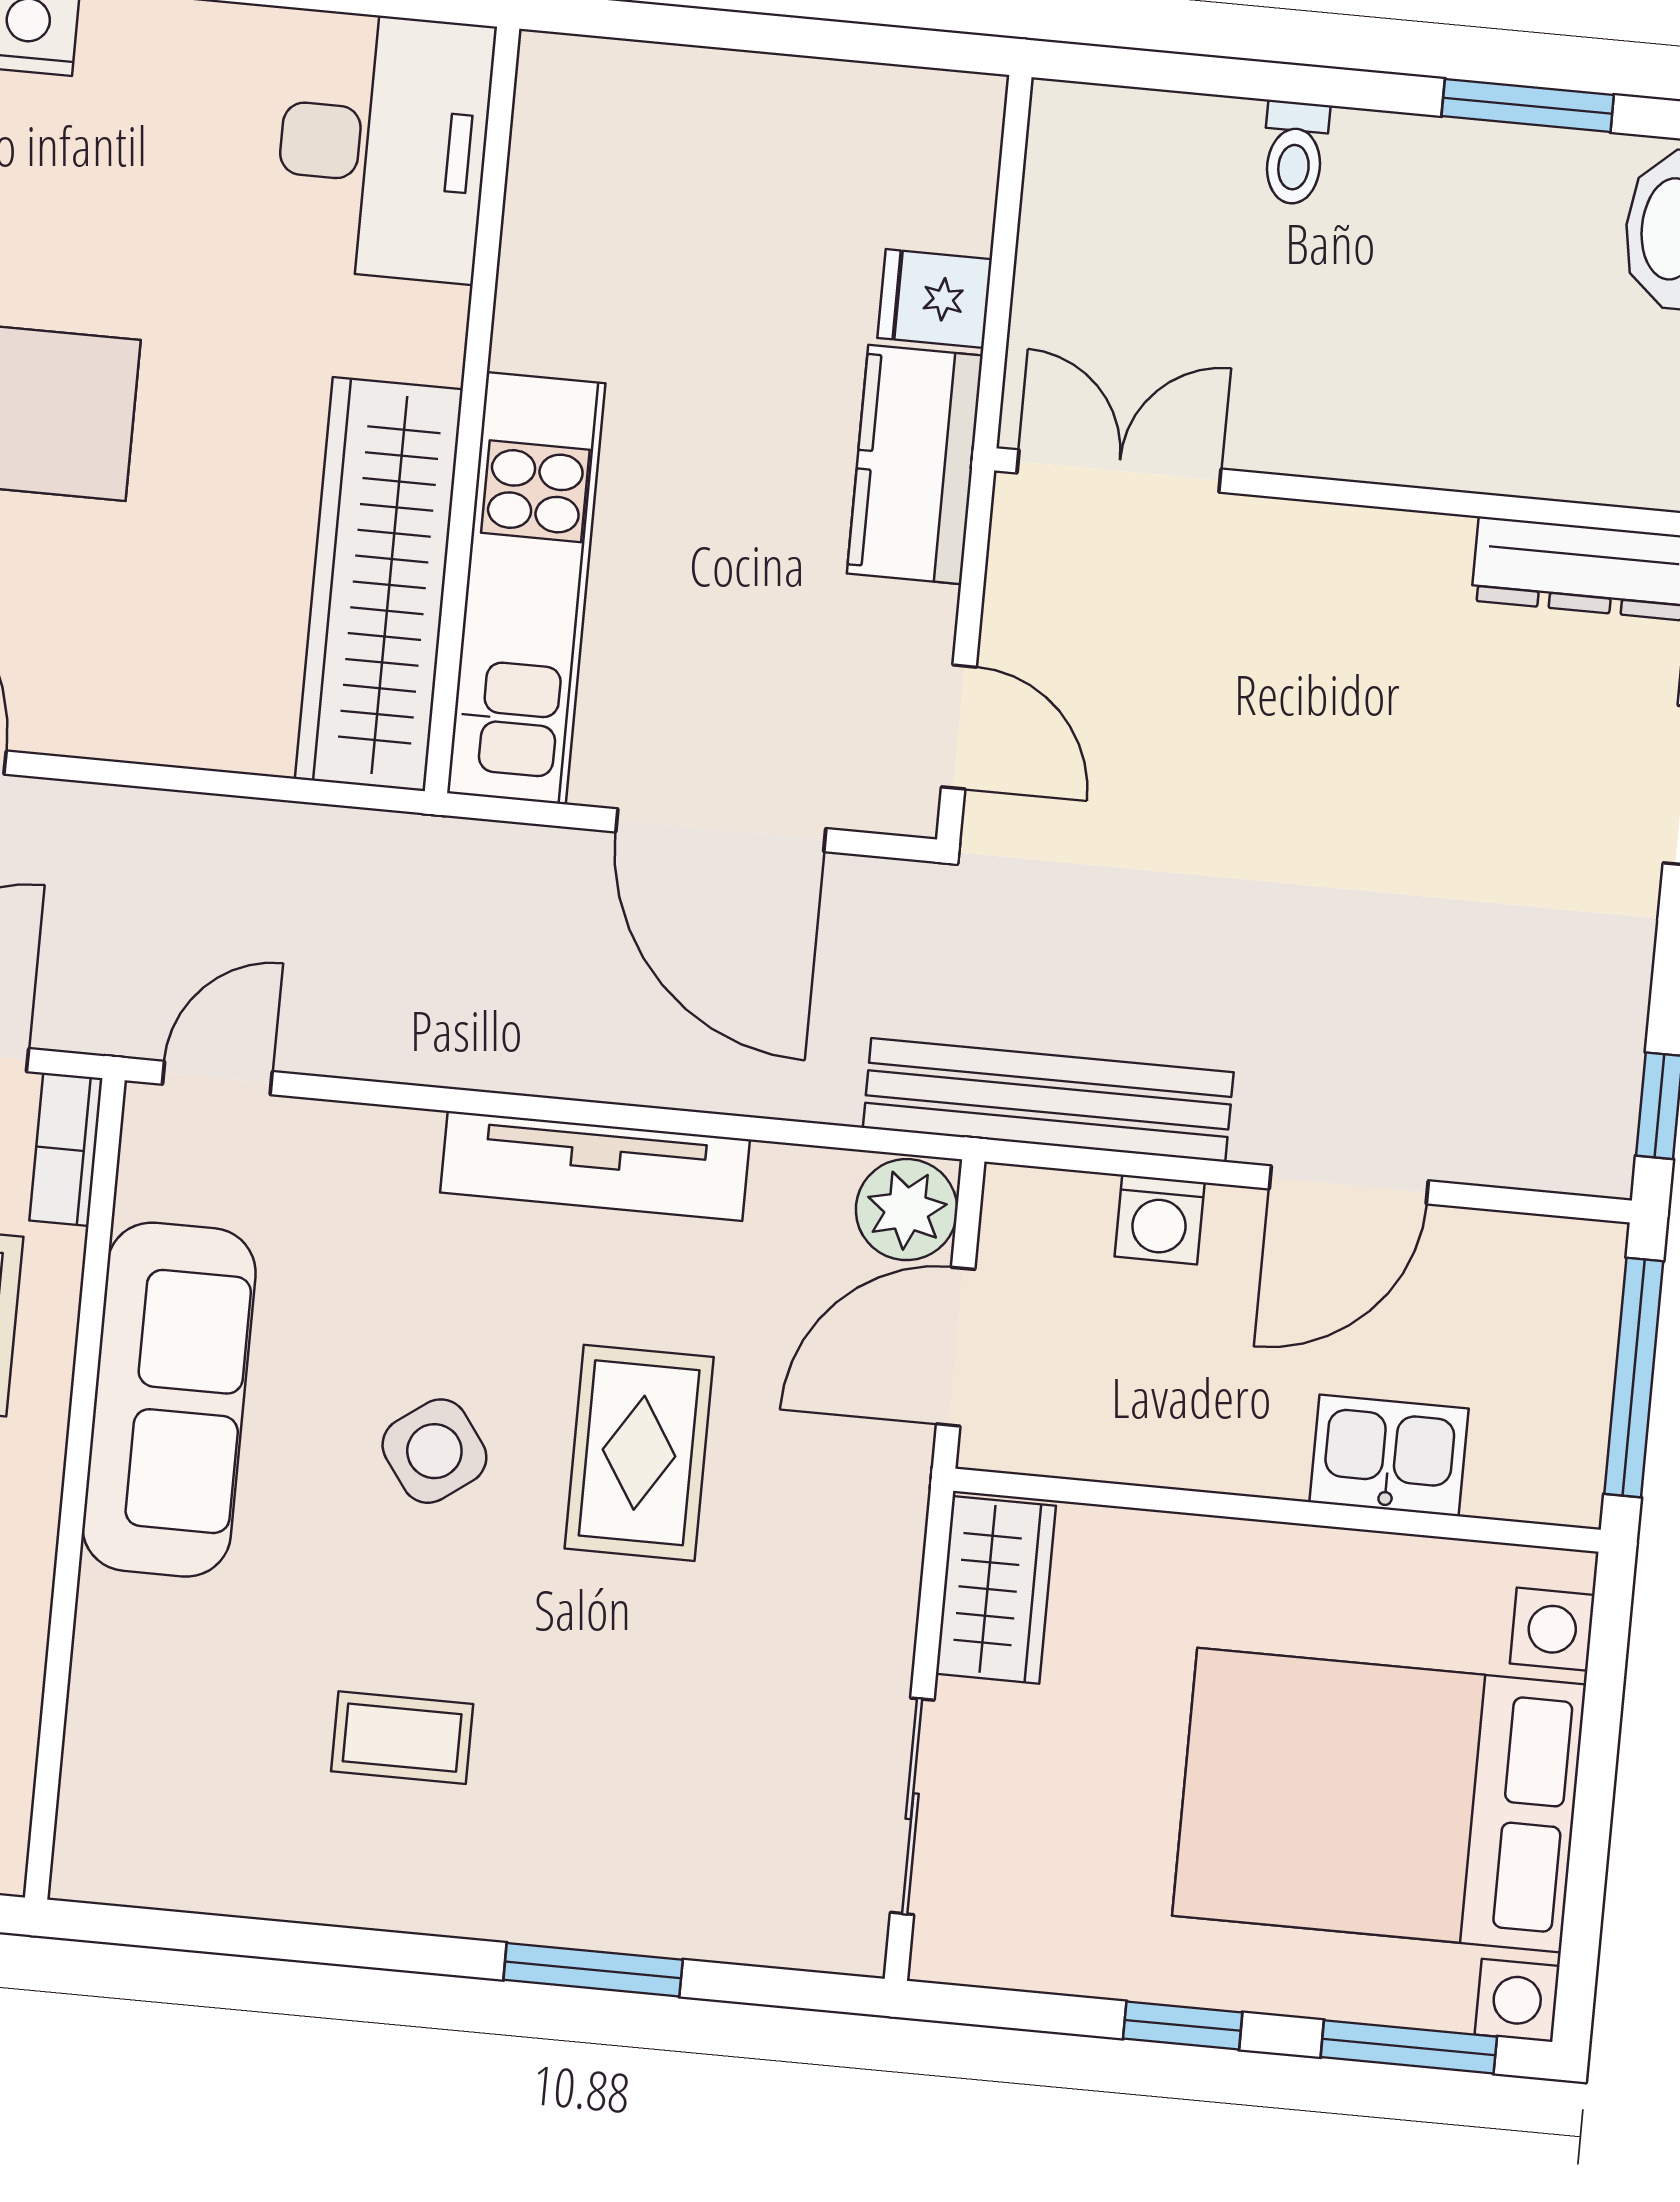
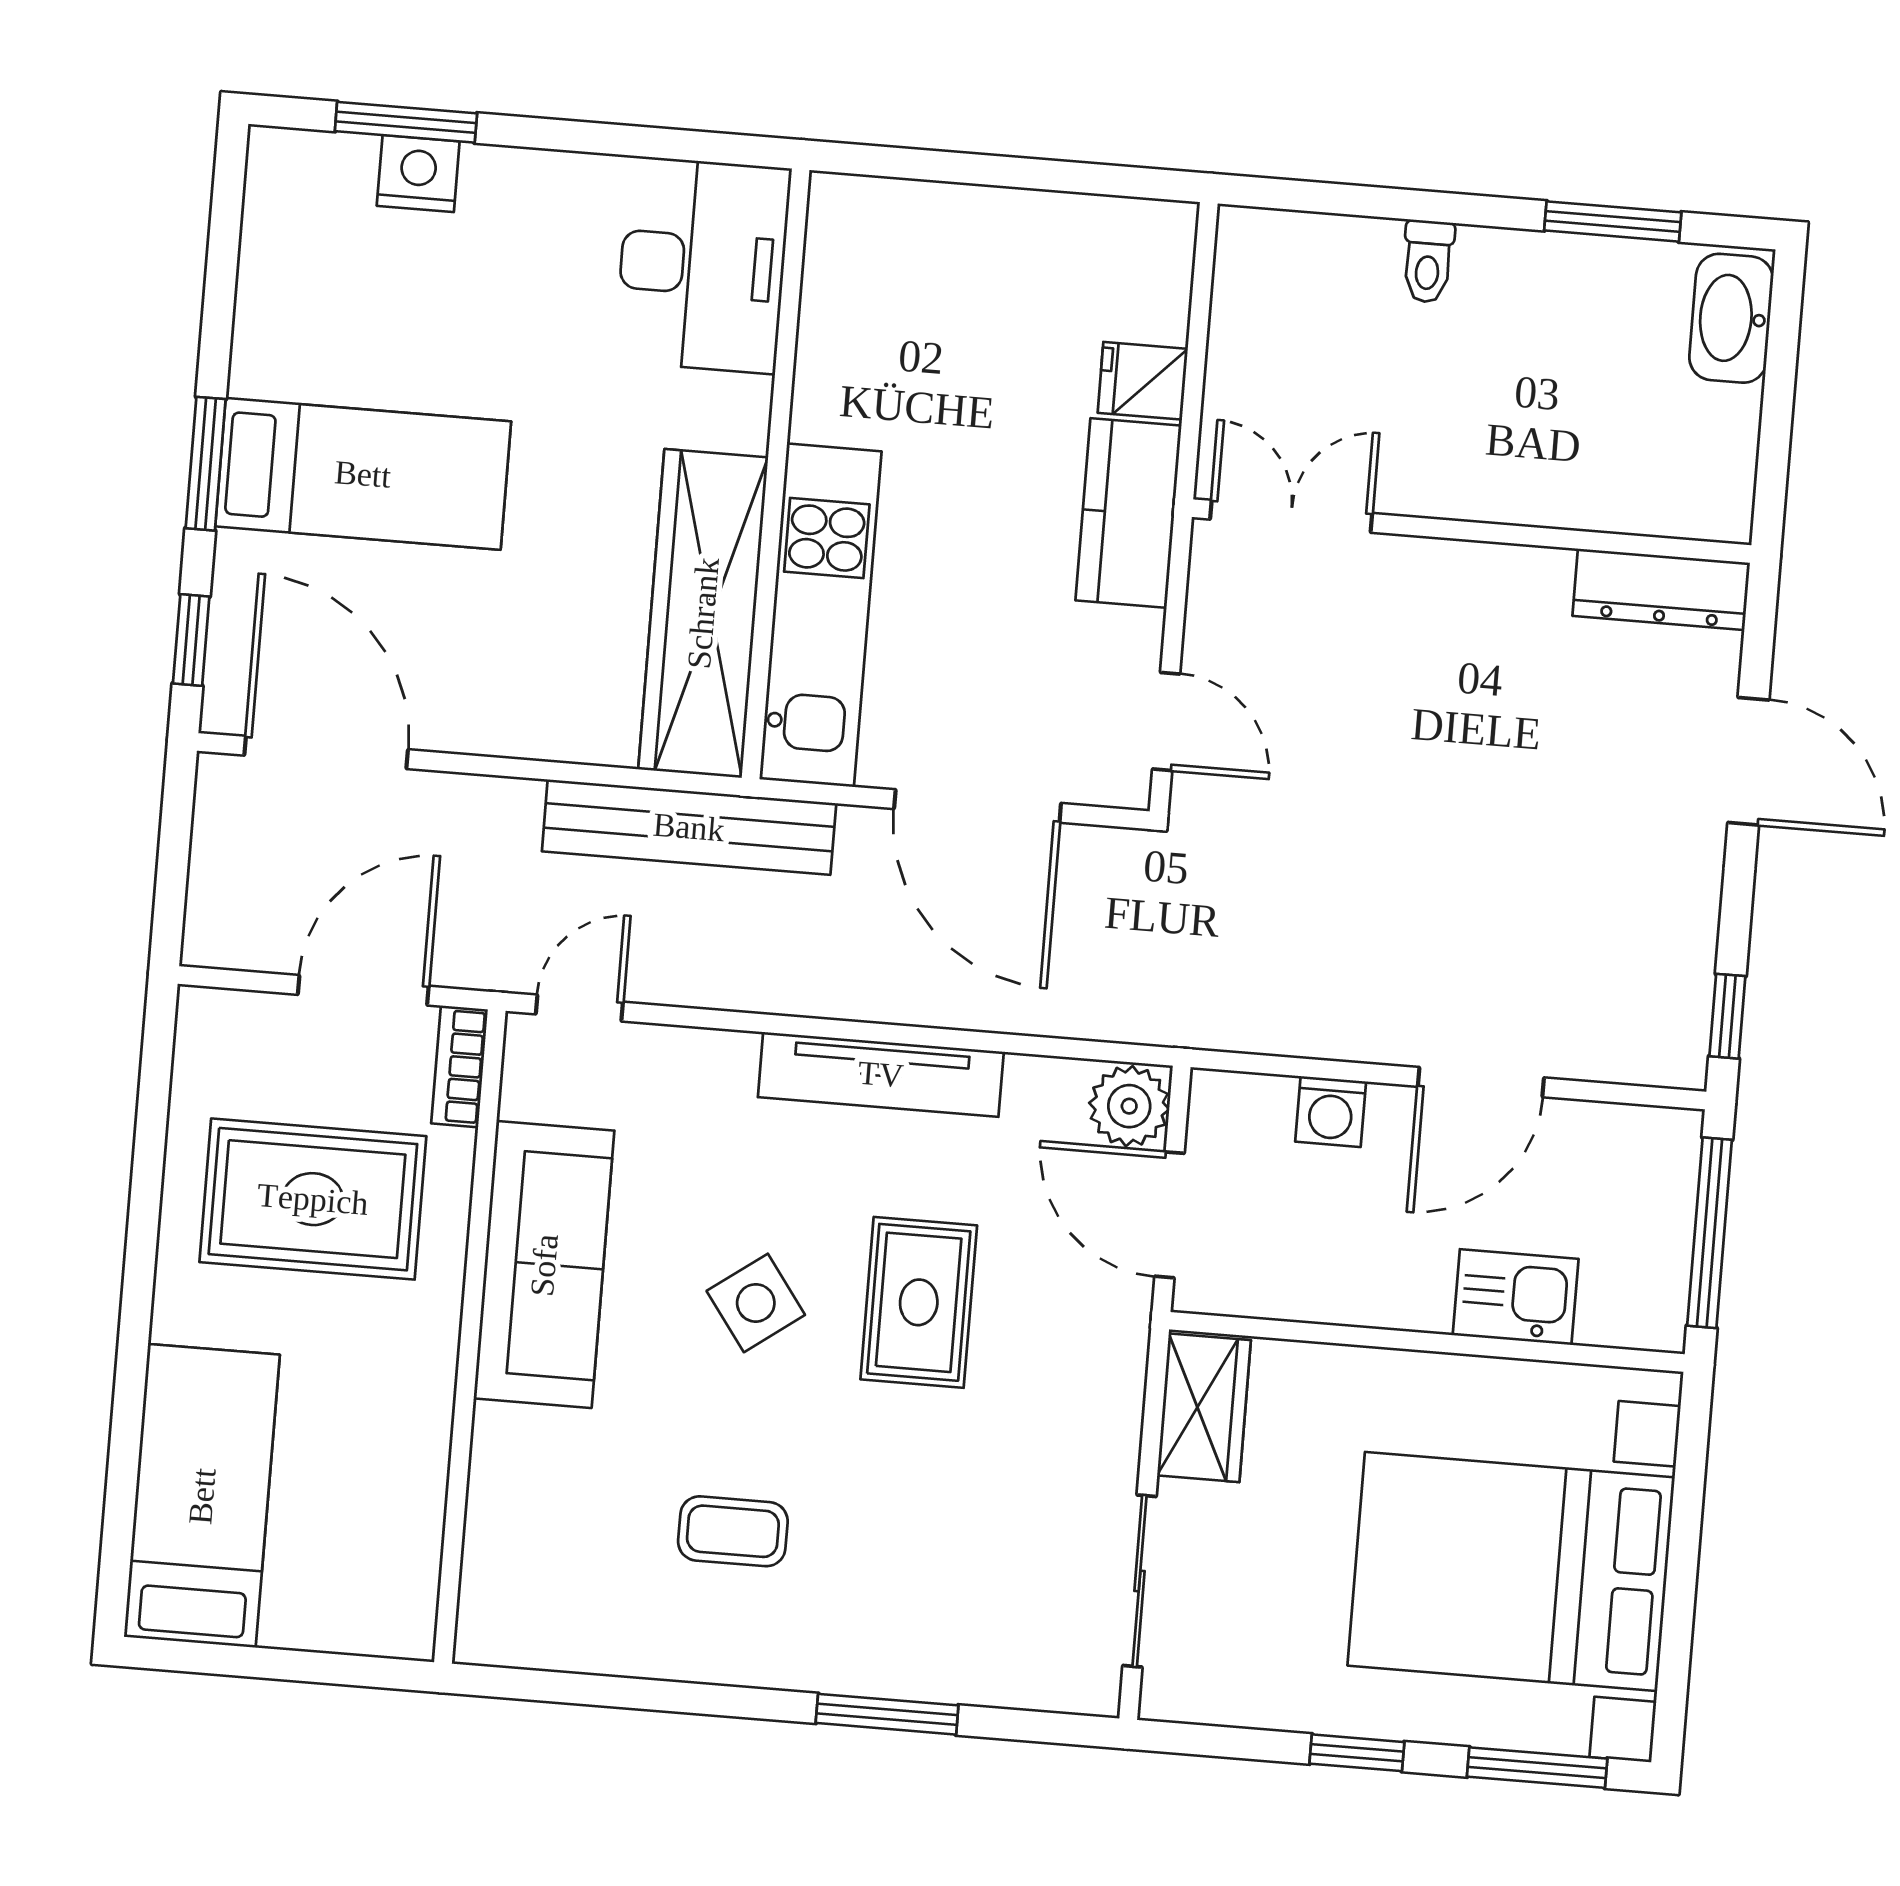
bench: (1048, 1100) -> (689, 827), moved
door: (956, 1347) -> (1170, 1215), hinge flipped

